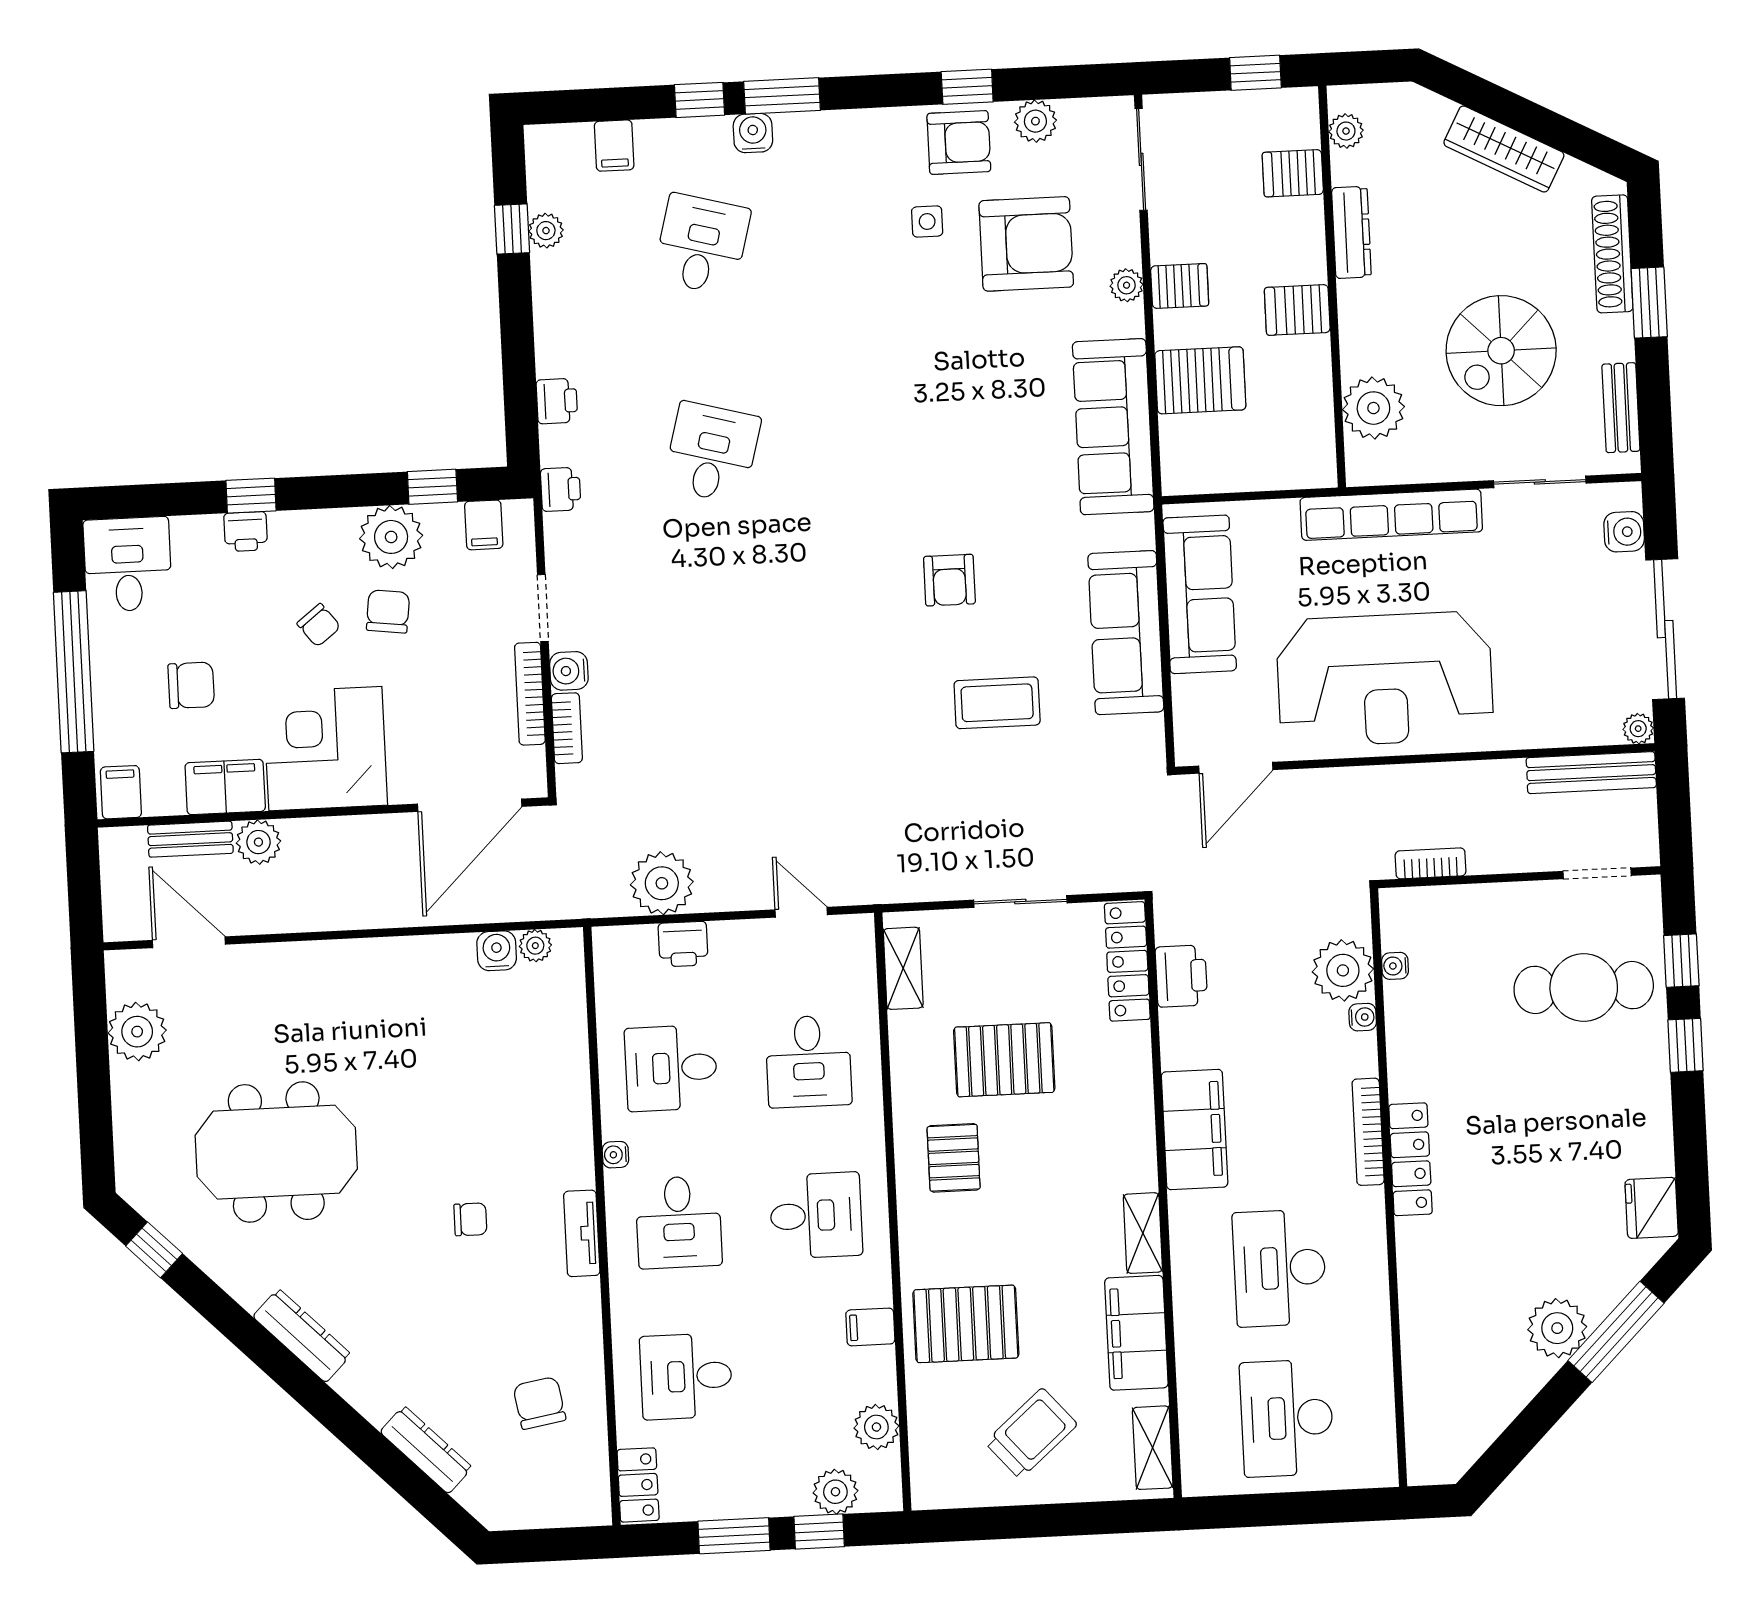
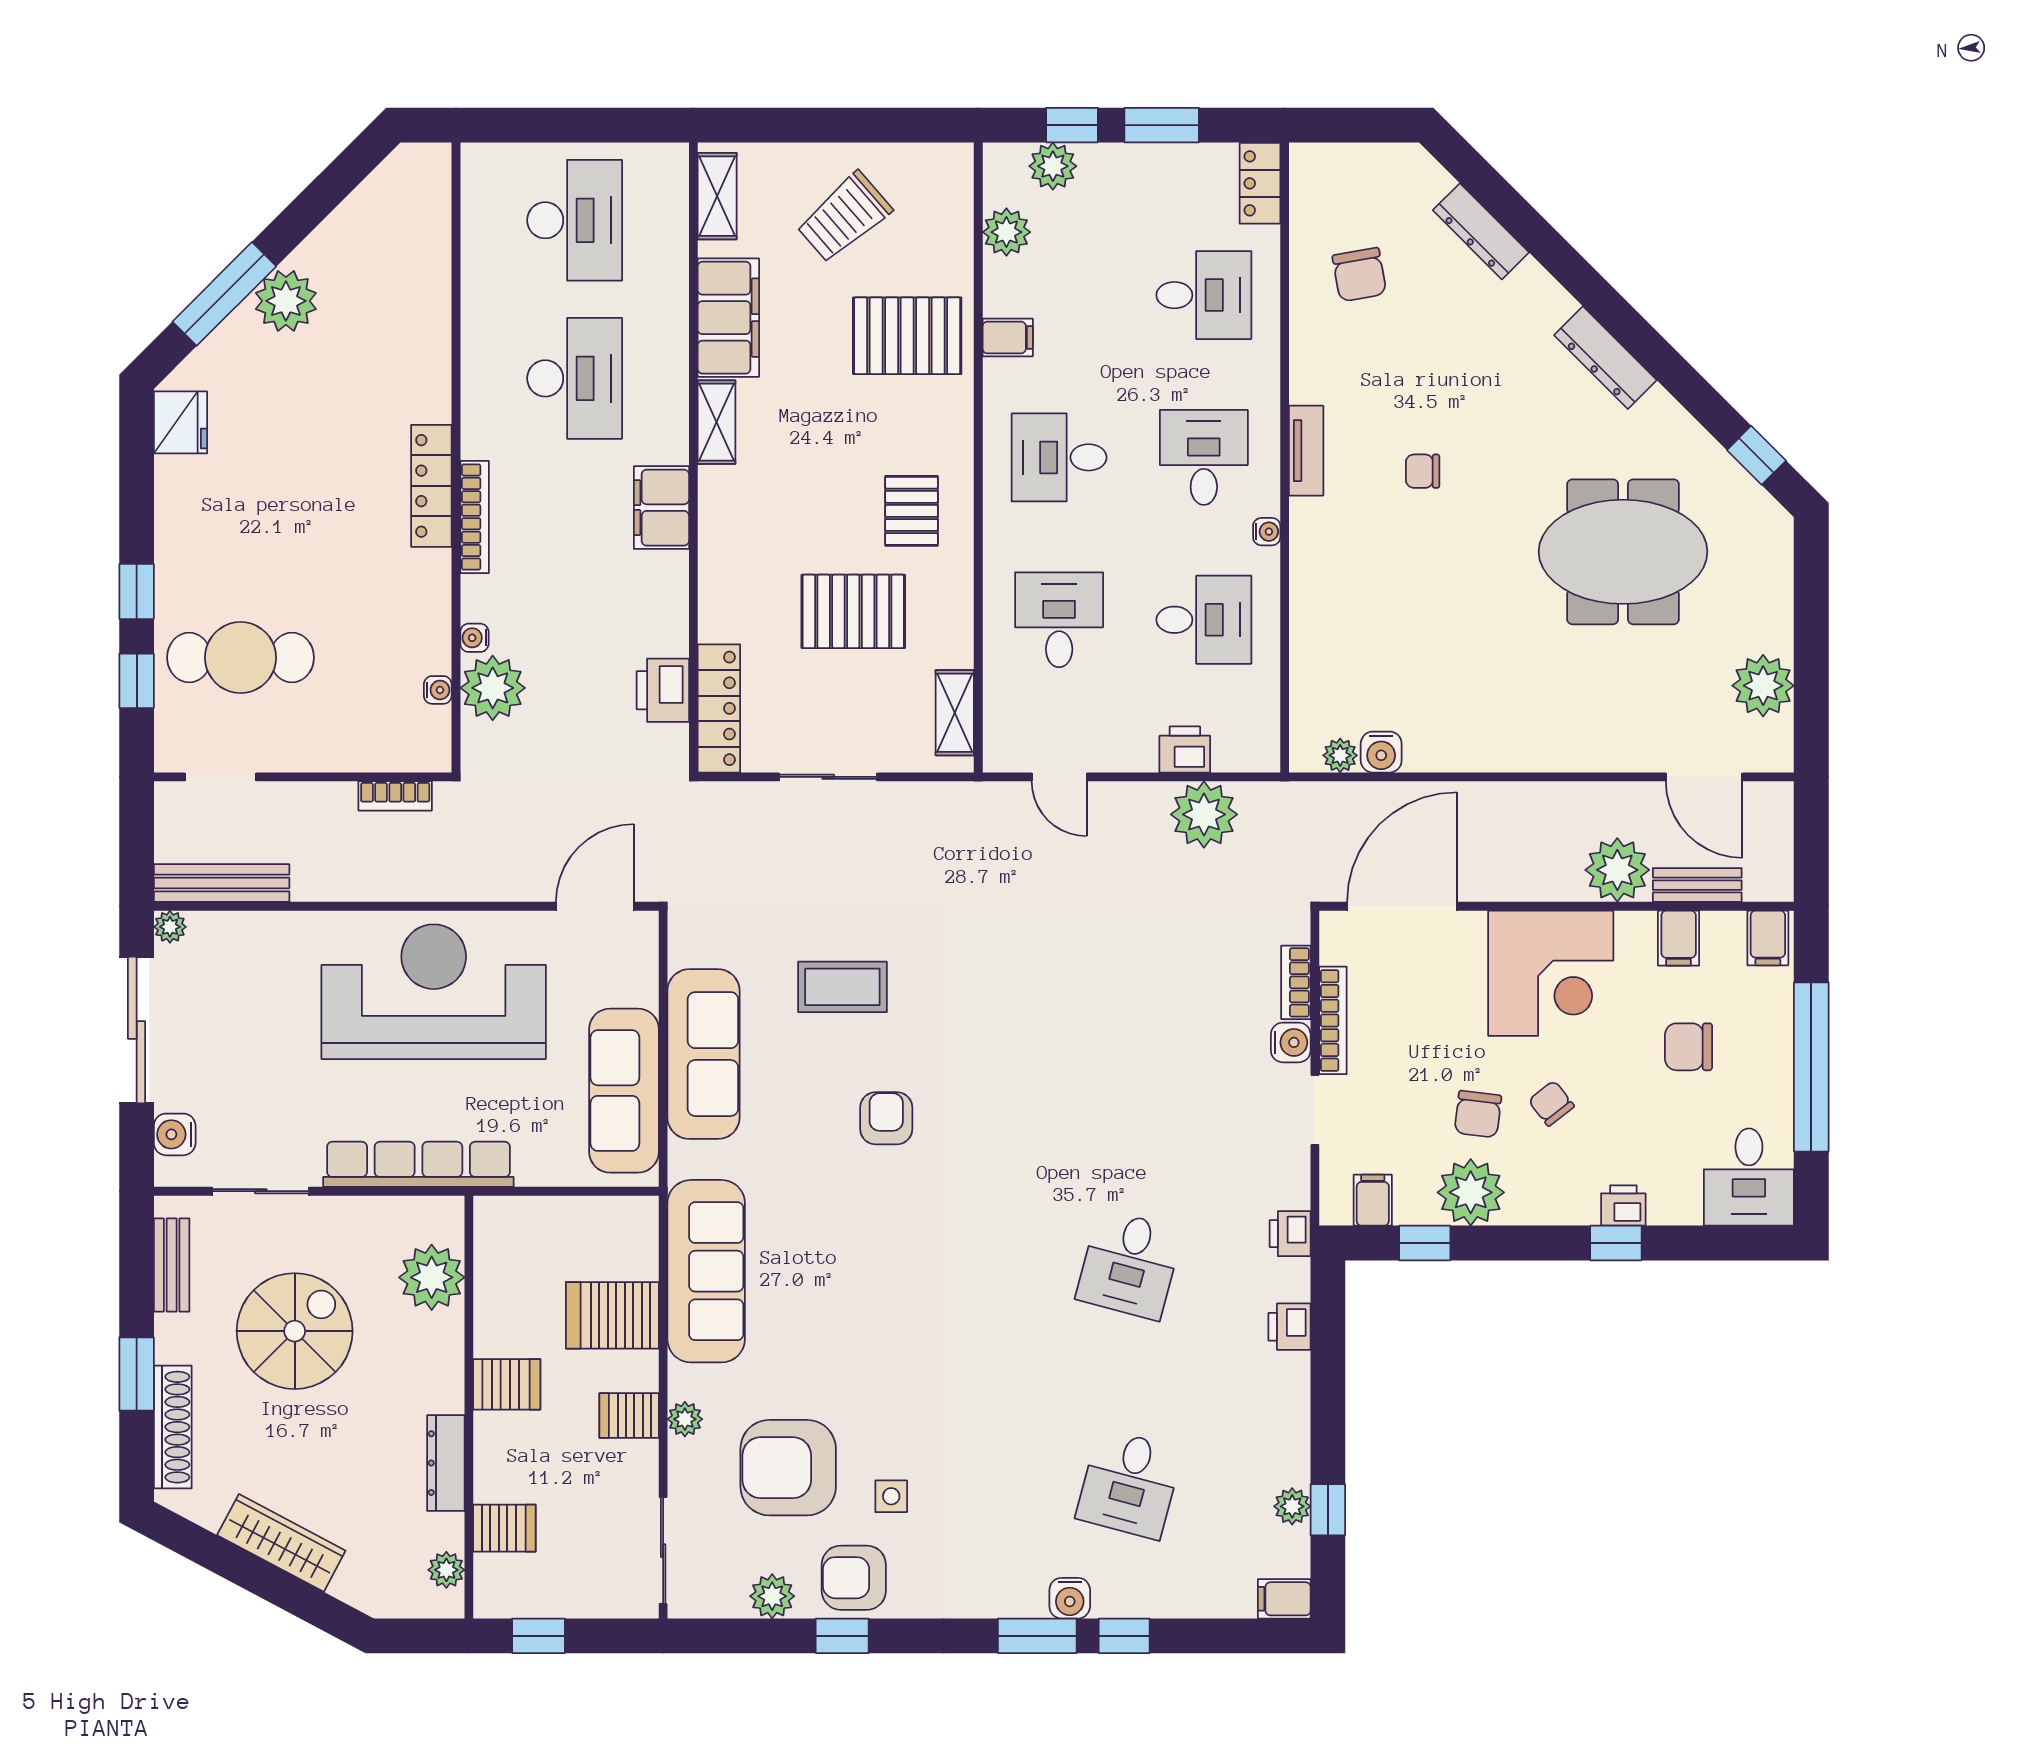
filing cabinet: (614, 146) -> (1284, 1599), moved, turned -90
filing cabinet: (225, 787) -> (1679, 938), width x0.50
plant: (258, 842) -> (1617, 870), width x1.36, depth x1.36
filing cabinet: (1195, 1130) -> (661, 508), width x0.67, depth x0.86

